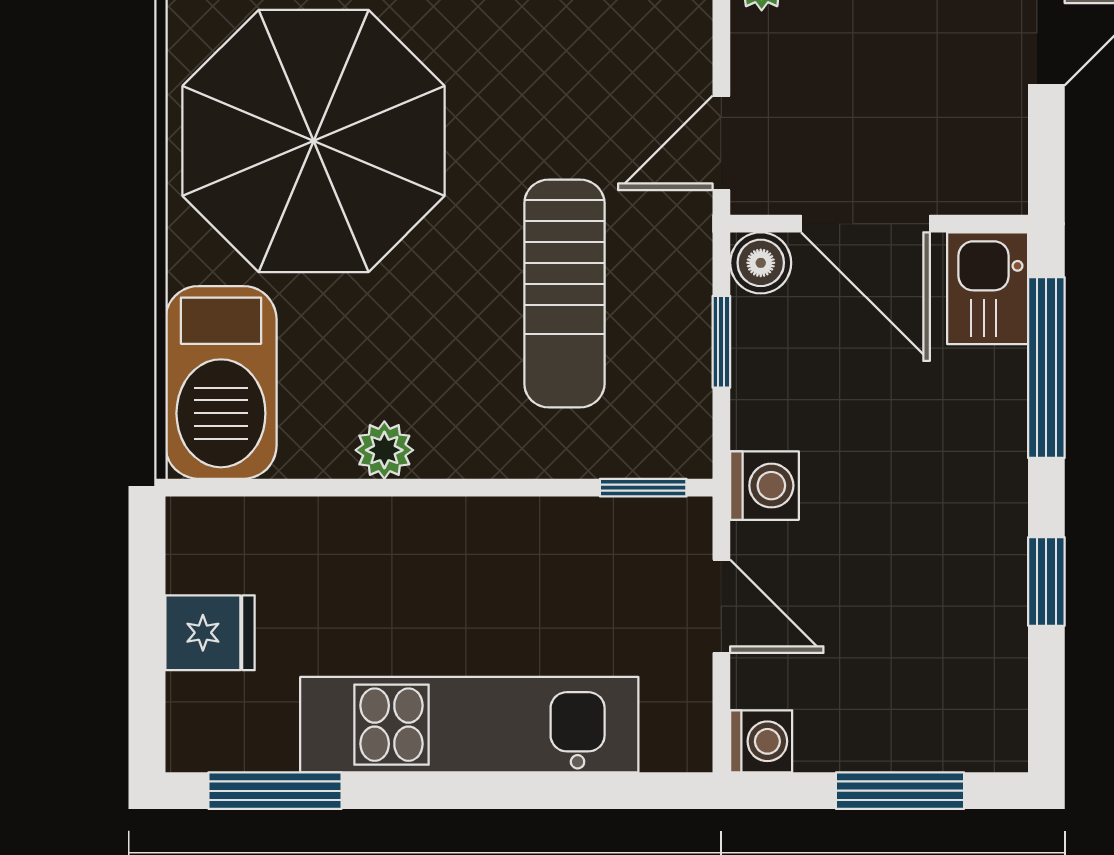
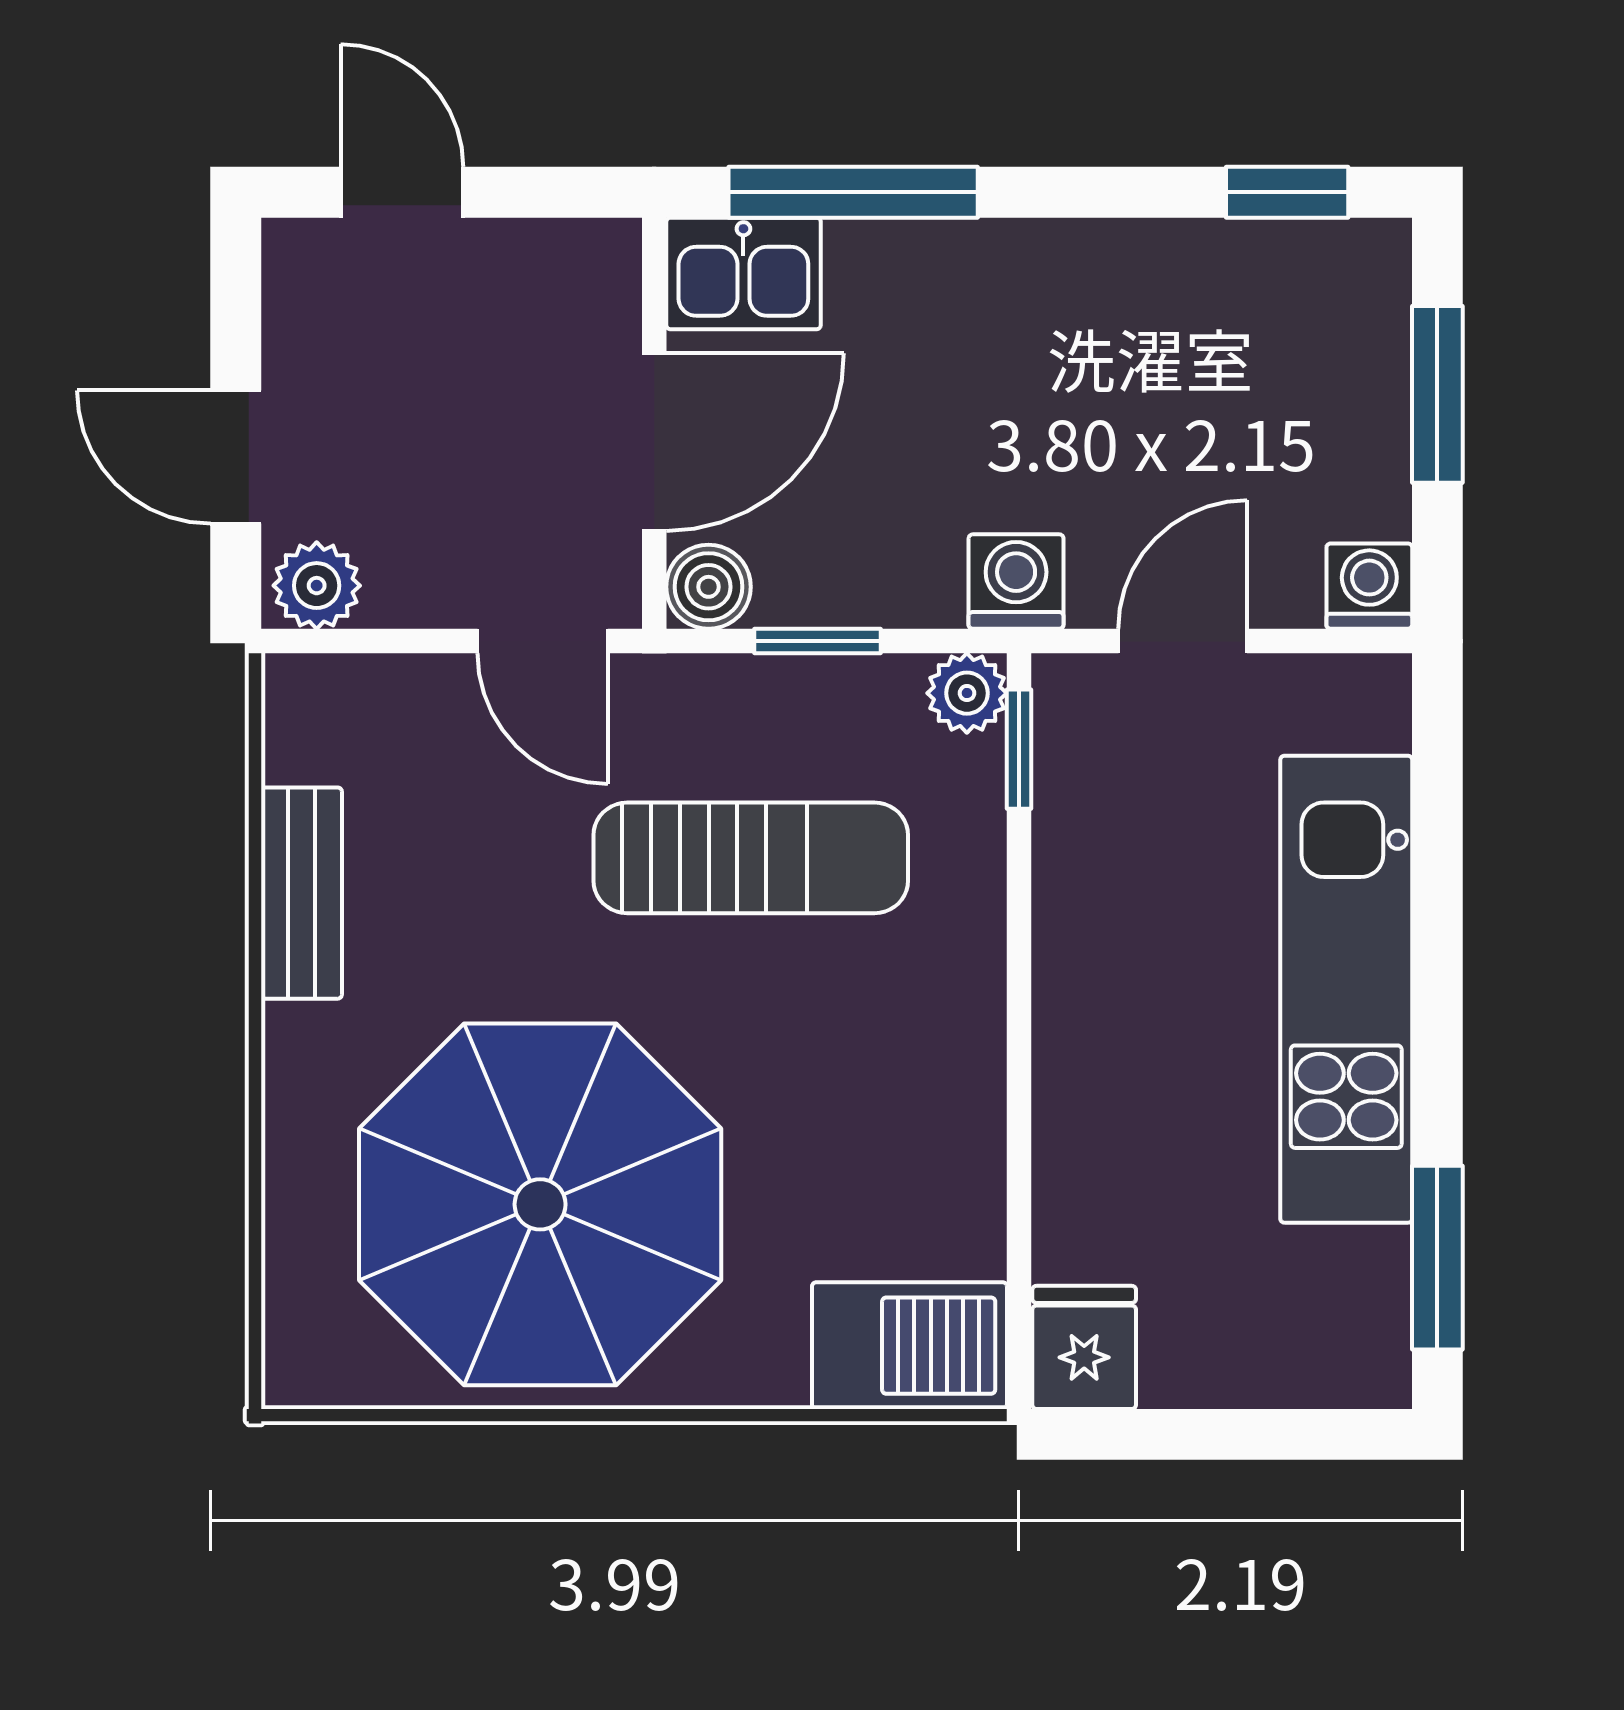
barbecue: (221, 382) -> (909, 1346), width x0.73, depth x0.83
plant: (384, 450) -> (967, 693), moved
window: (1046, 582) -> (1287, 192), moved
fridge: (210, 633) -> (1084, 1347), moved

